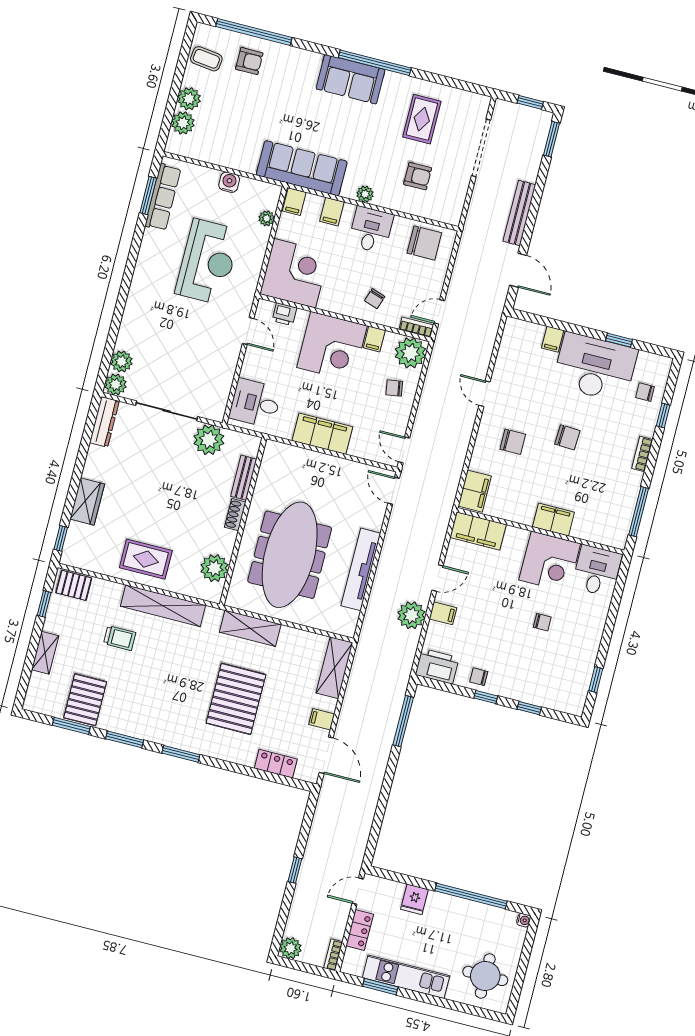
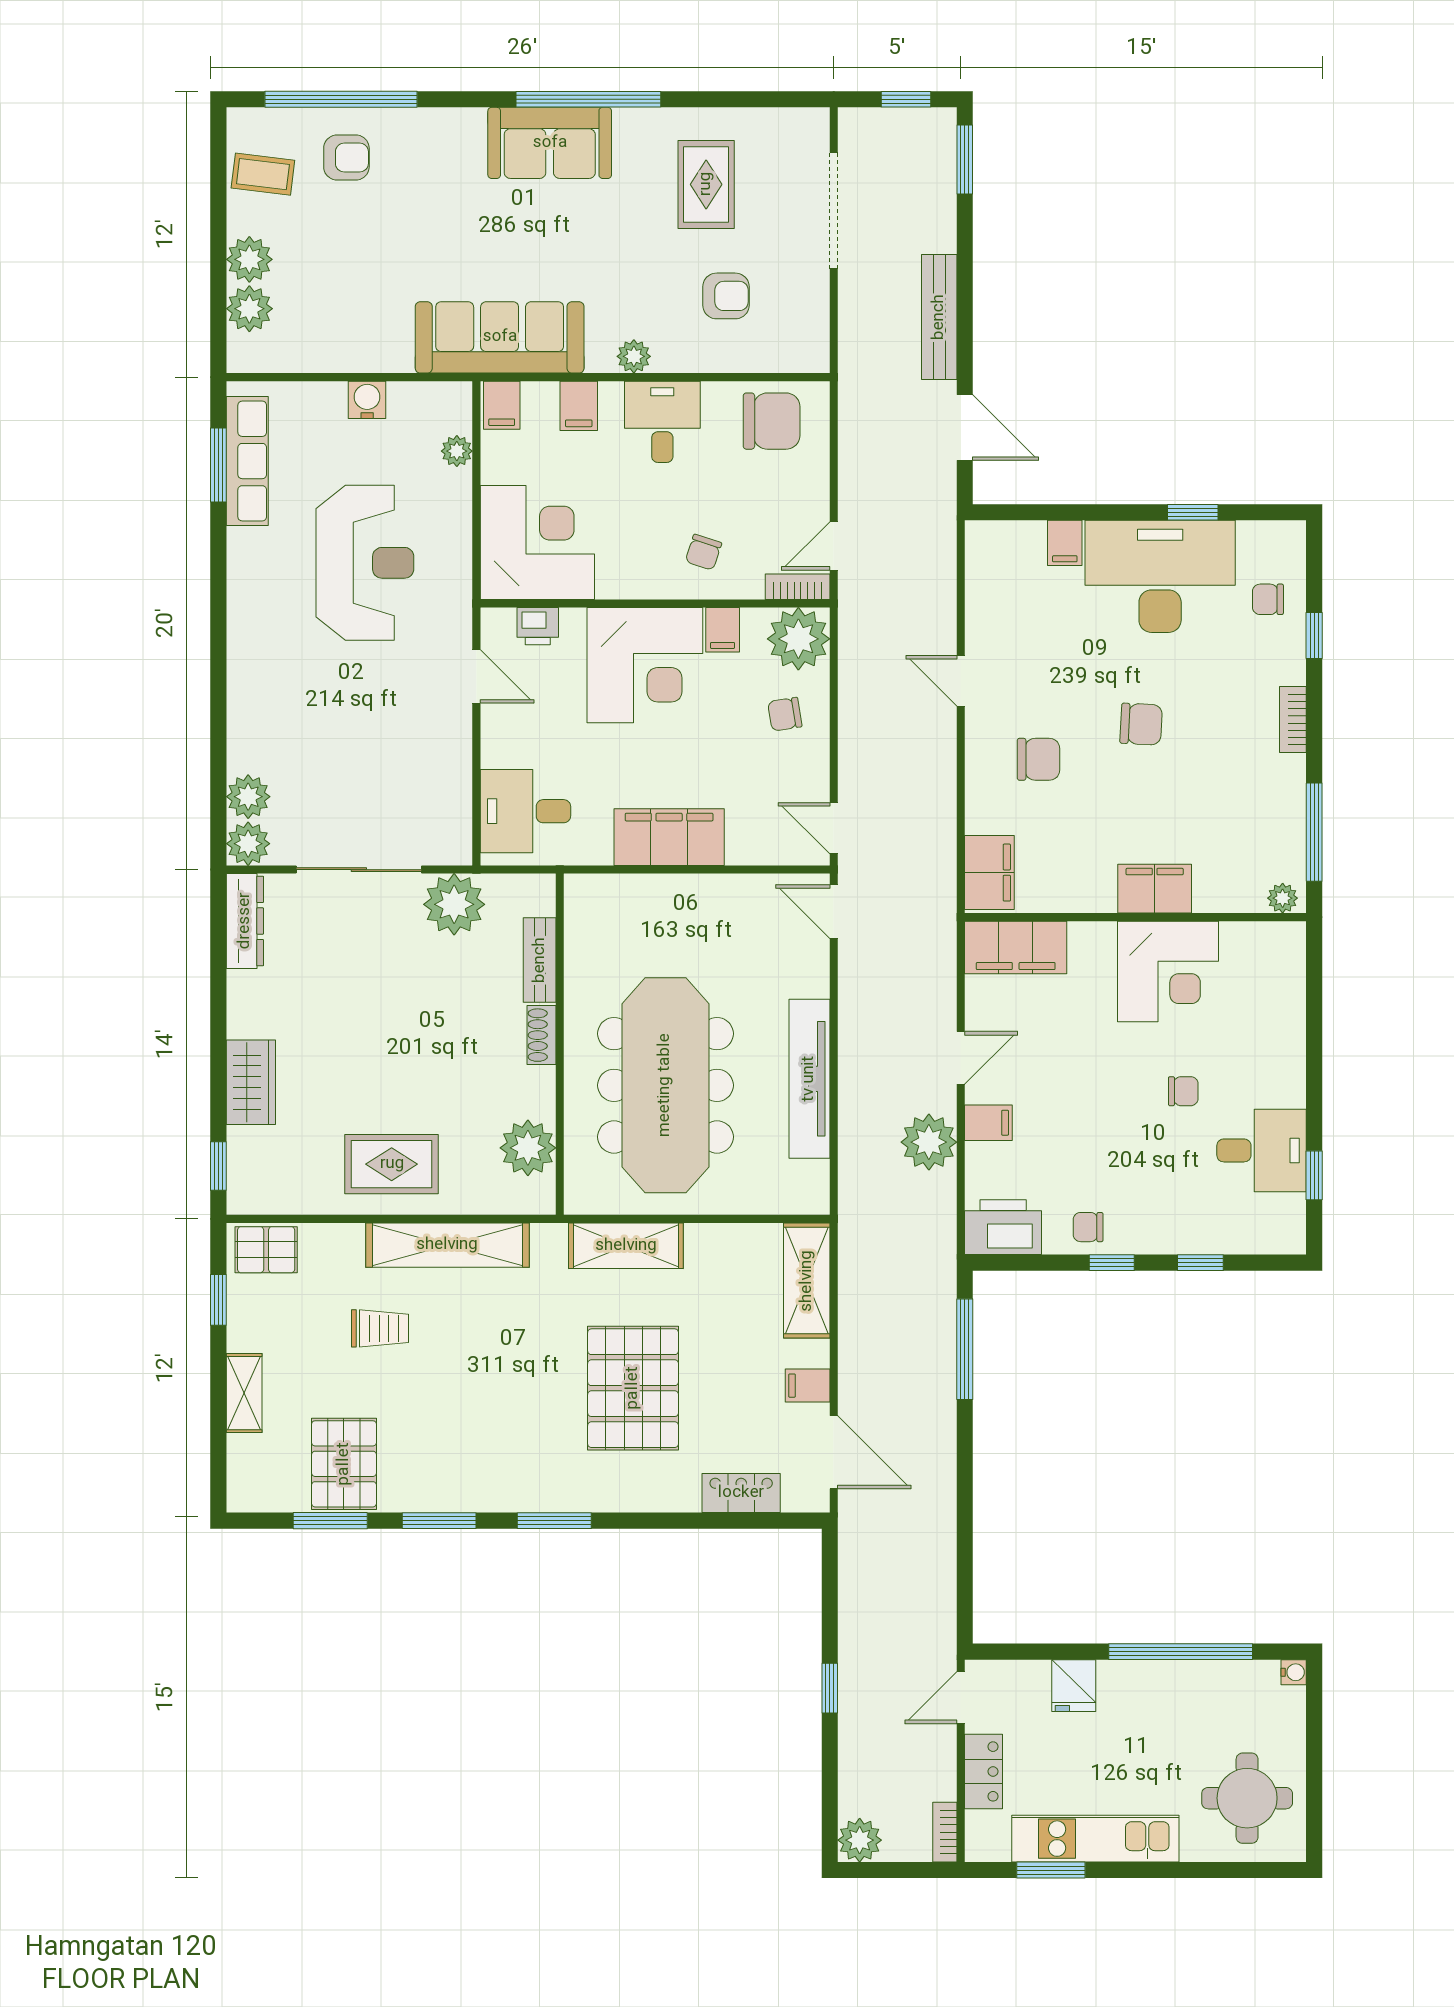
plant: (615, 540) -> (1283, 898), added
desk: (597, 571) -> (1262, 1150), moved, turned 90

